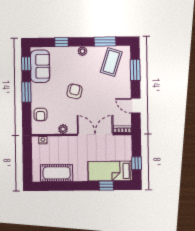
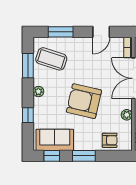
armchair: (74, 91) -> (84, 101), width x1.88, depth x1.88

